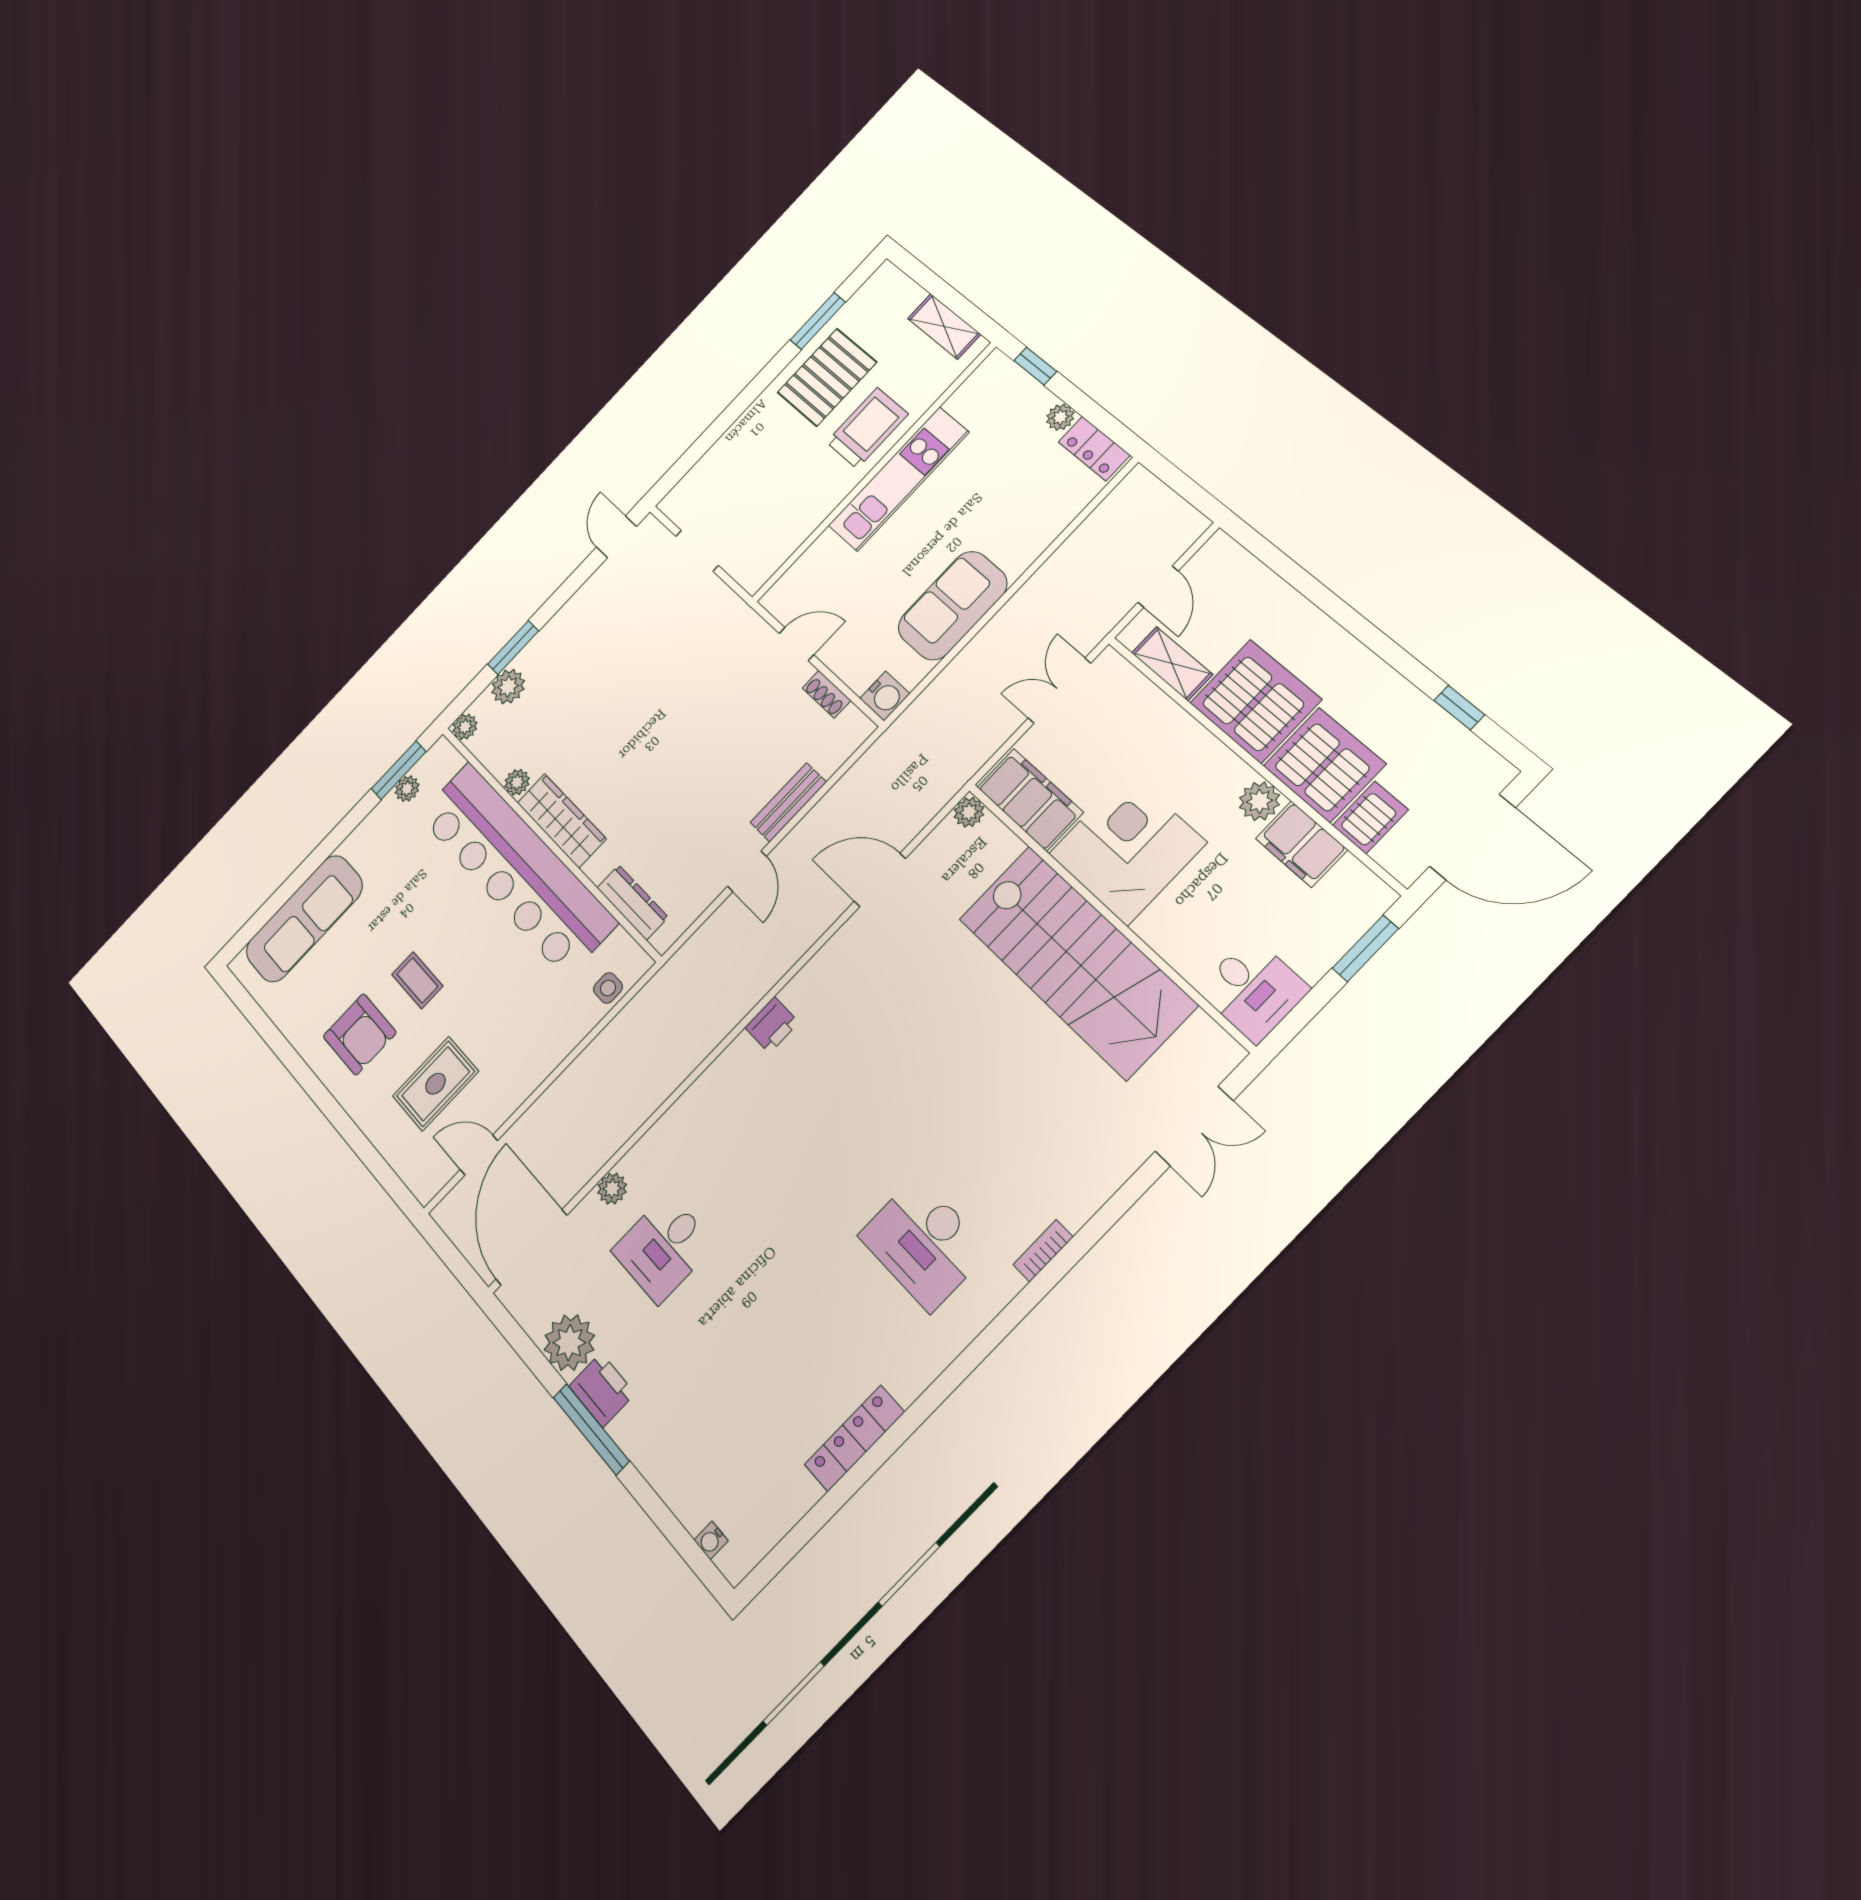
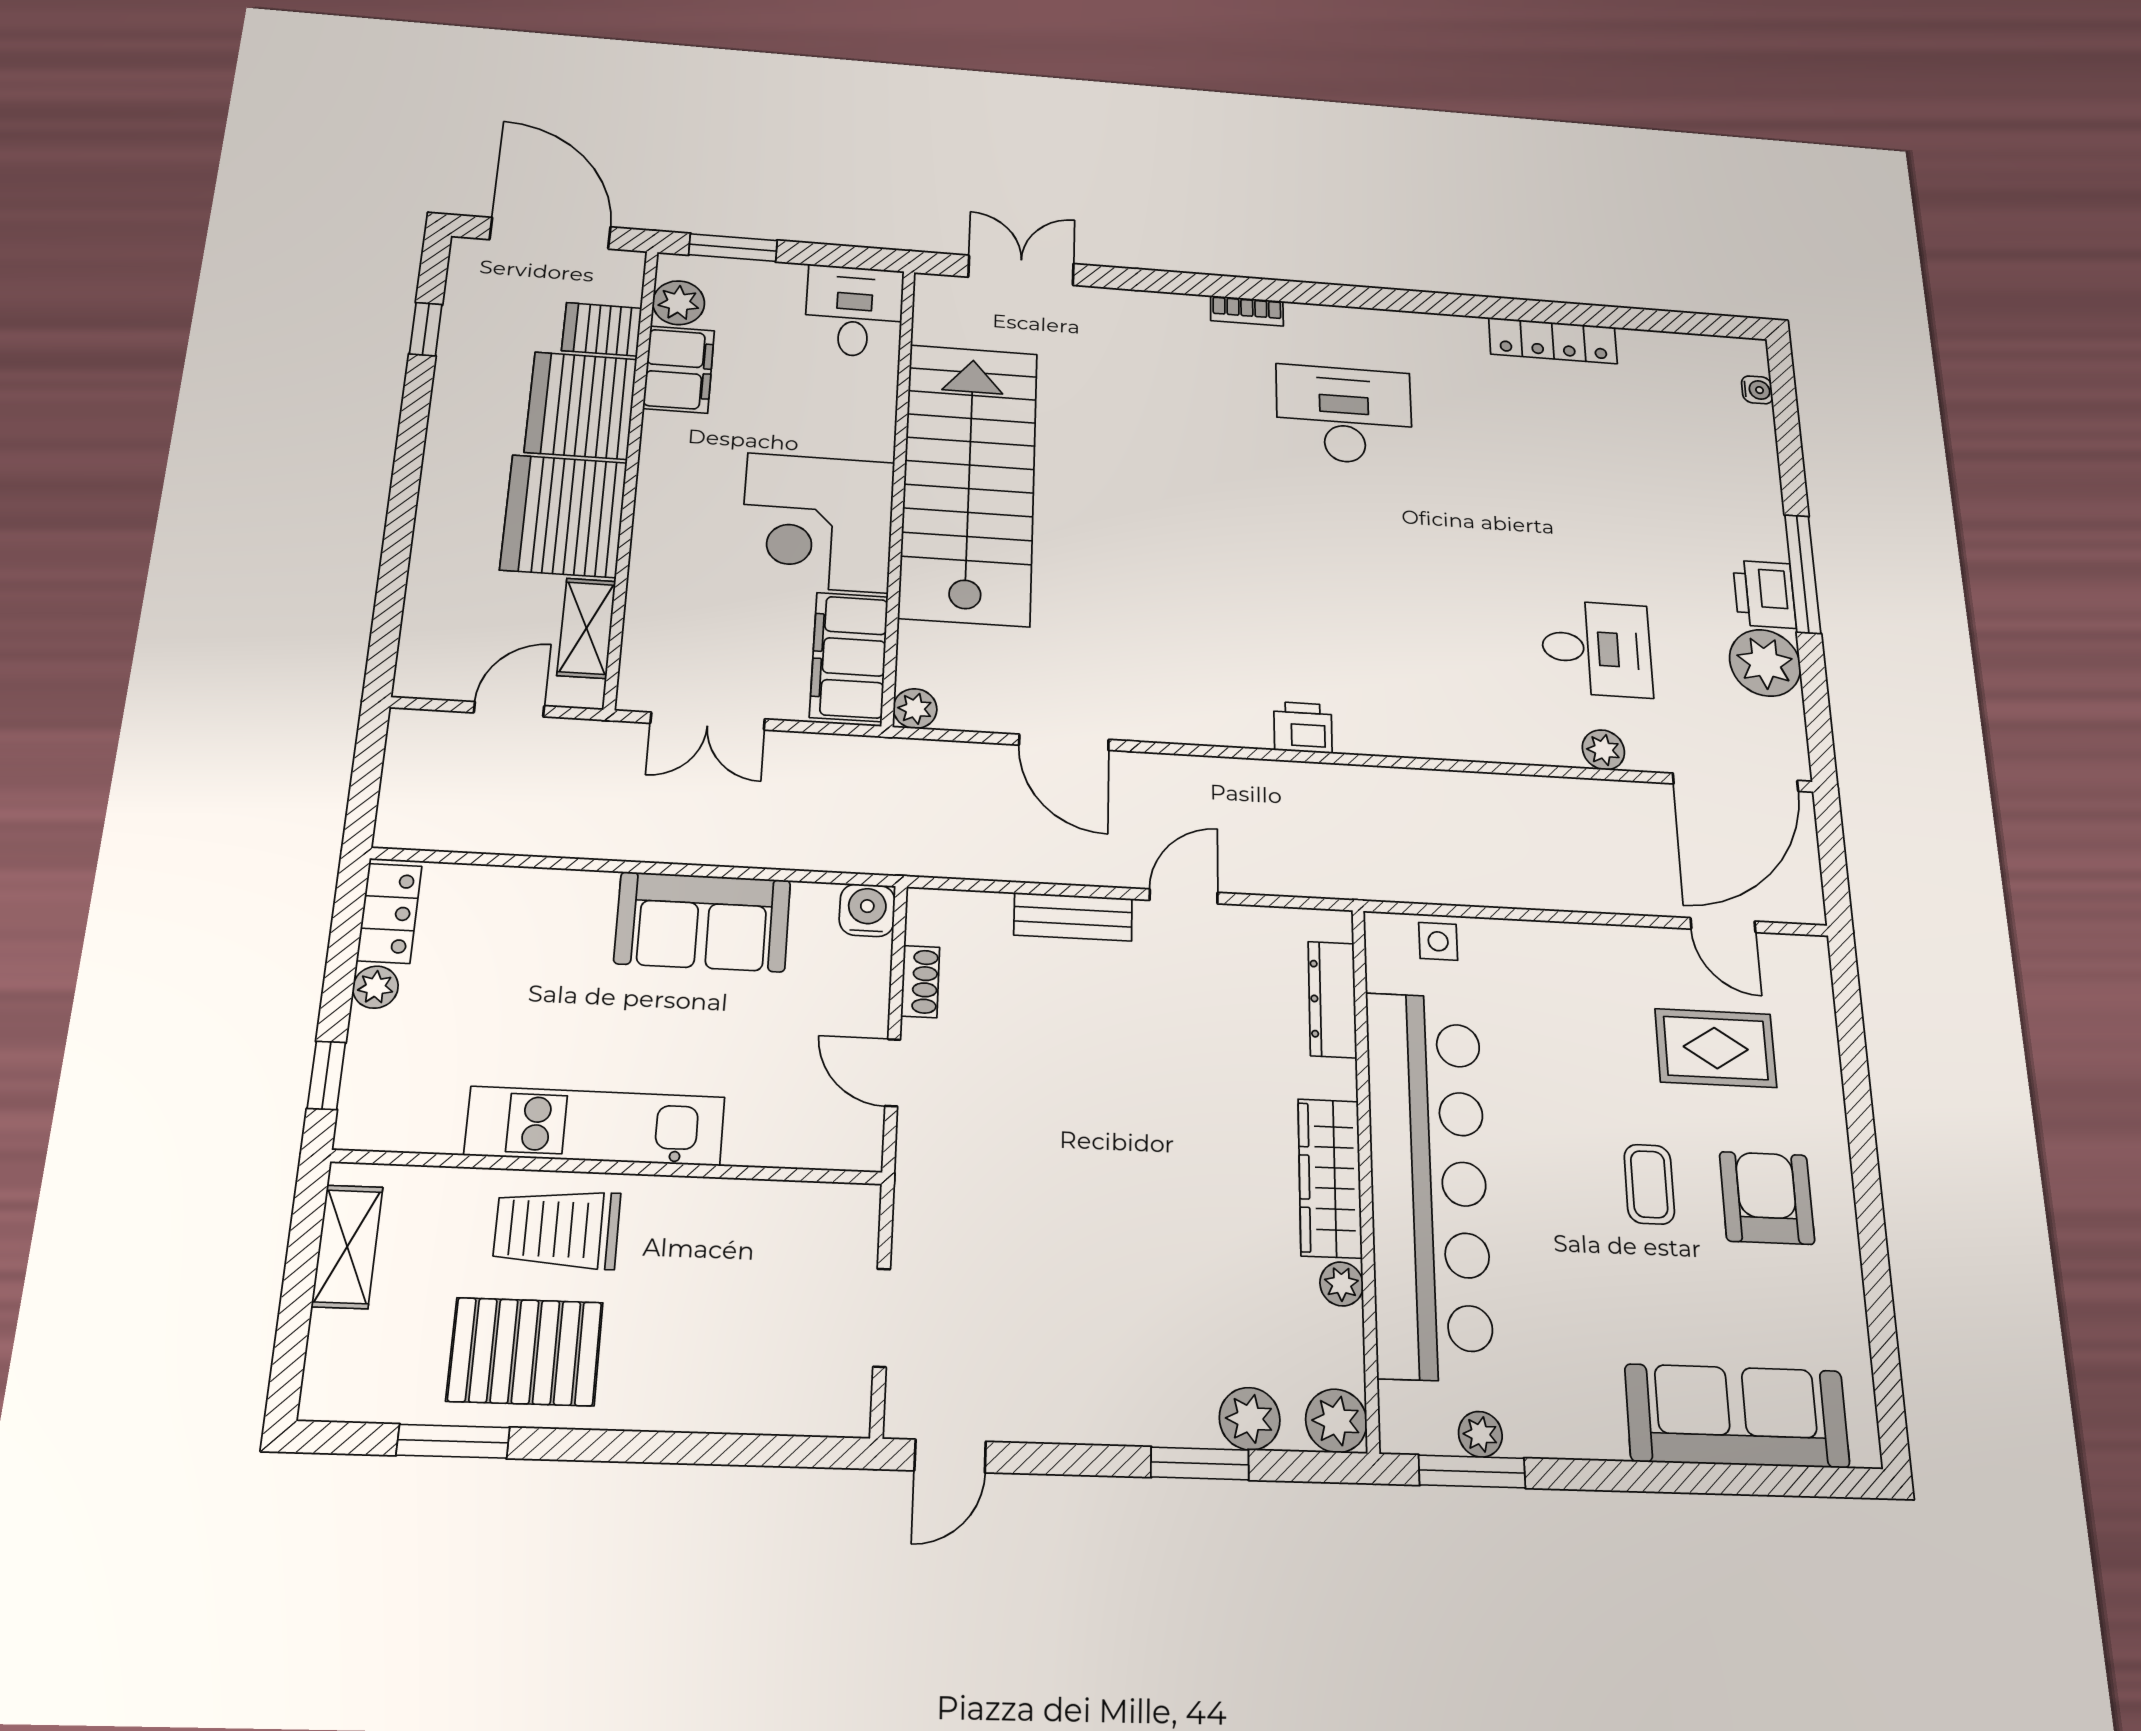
plant: (465, 727) -> (1336, 1421), width x1.38, depth x1.38
plant: (1259, 801) -> (679, 303), moved
desk: (924, 1243) -> (1344, 415), turned -90

